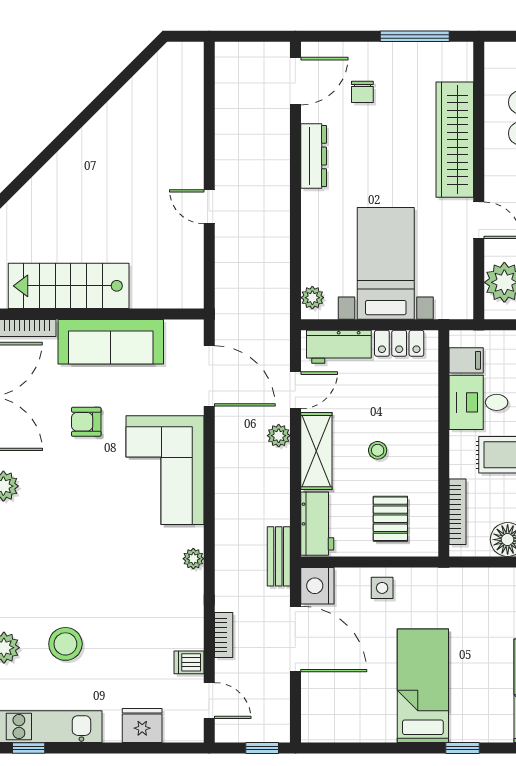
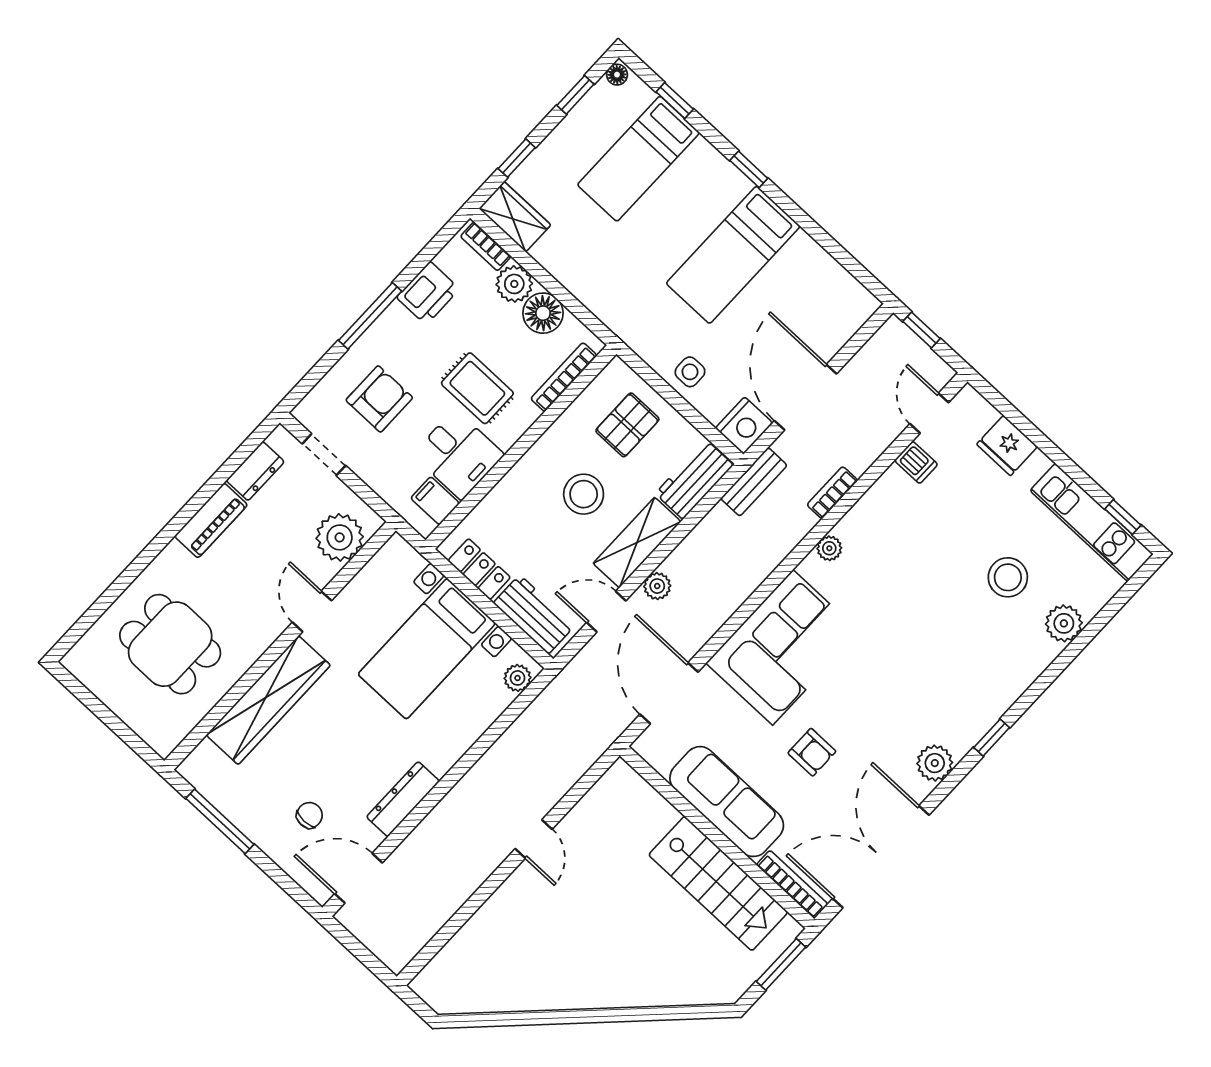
stool: (378, 450) -> (584, 494), width x1.89, depth x1.89
bookcase: (224, 635) -> (832, 493), moved

